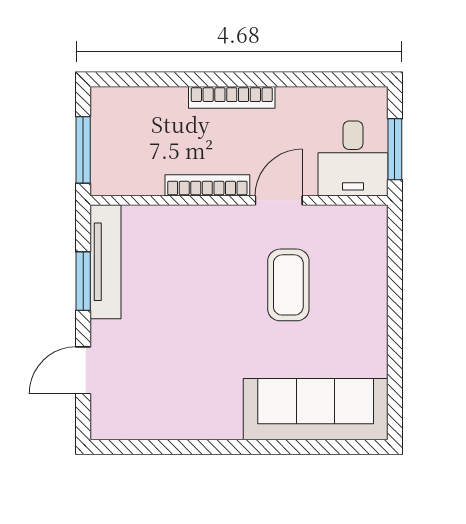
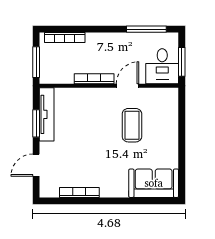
window: (319, 79) -> (146, 29), added
bookcase: (232, 97) -> (65, 38), moved
sofa: (316, 409) -> (154, 183), width x0.73
bookcase: (176, 429) -> (79, 193), added

